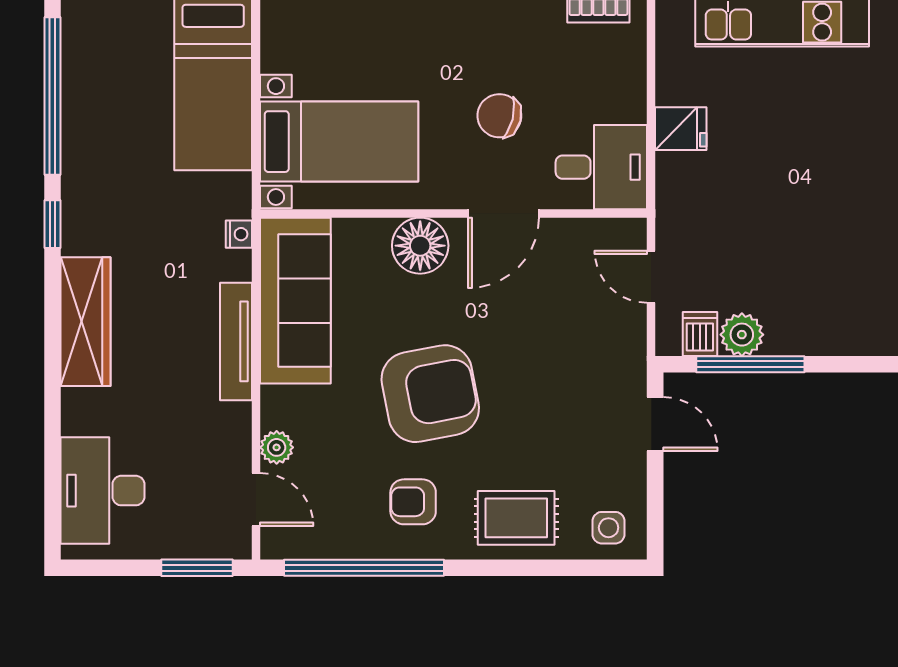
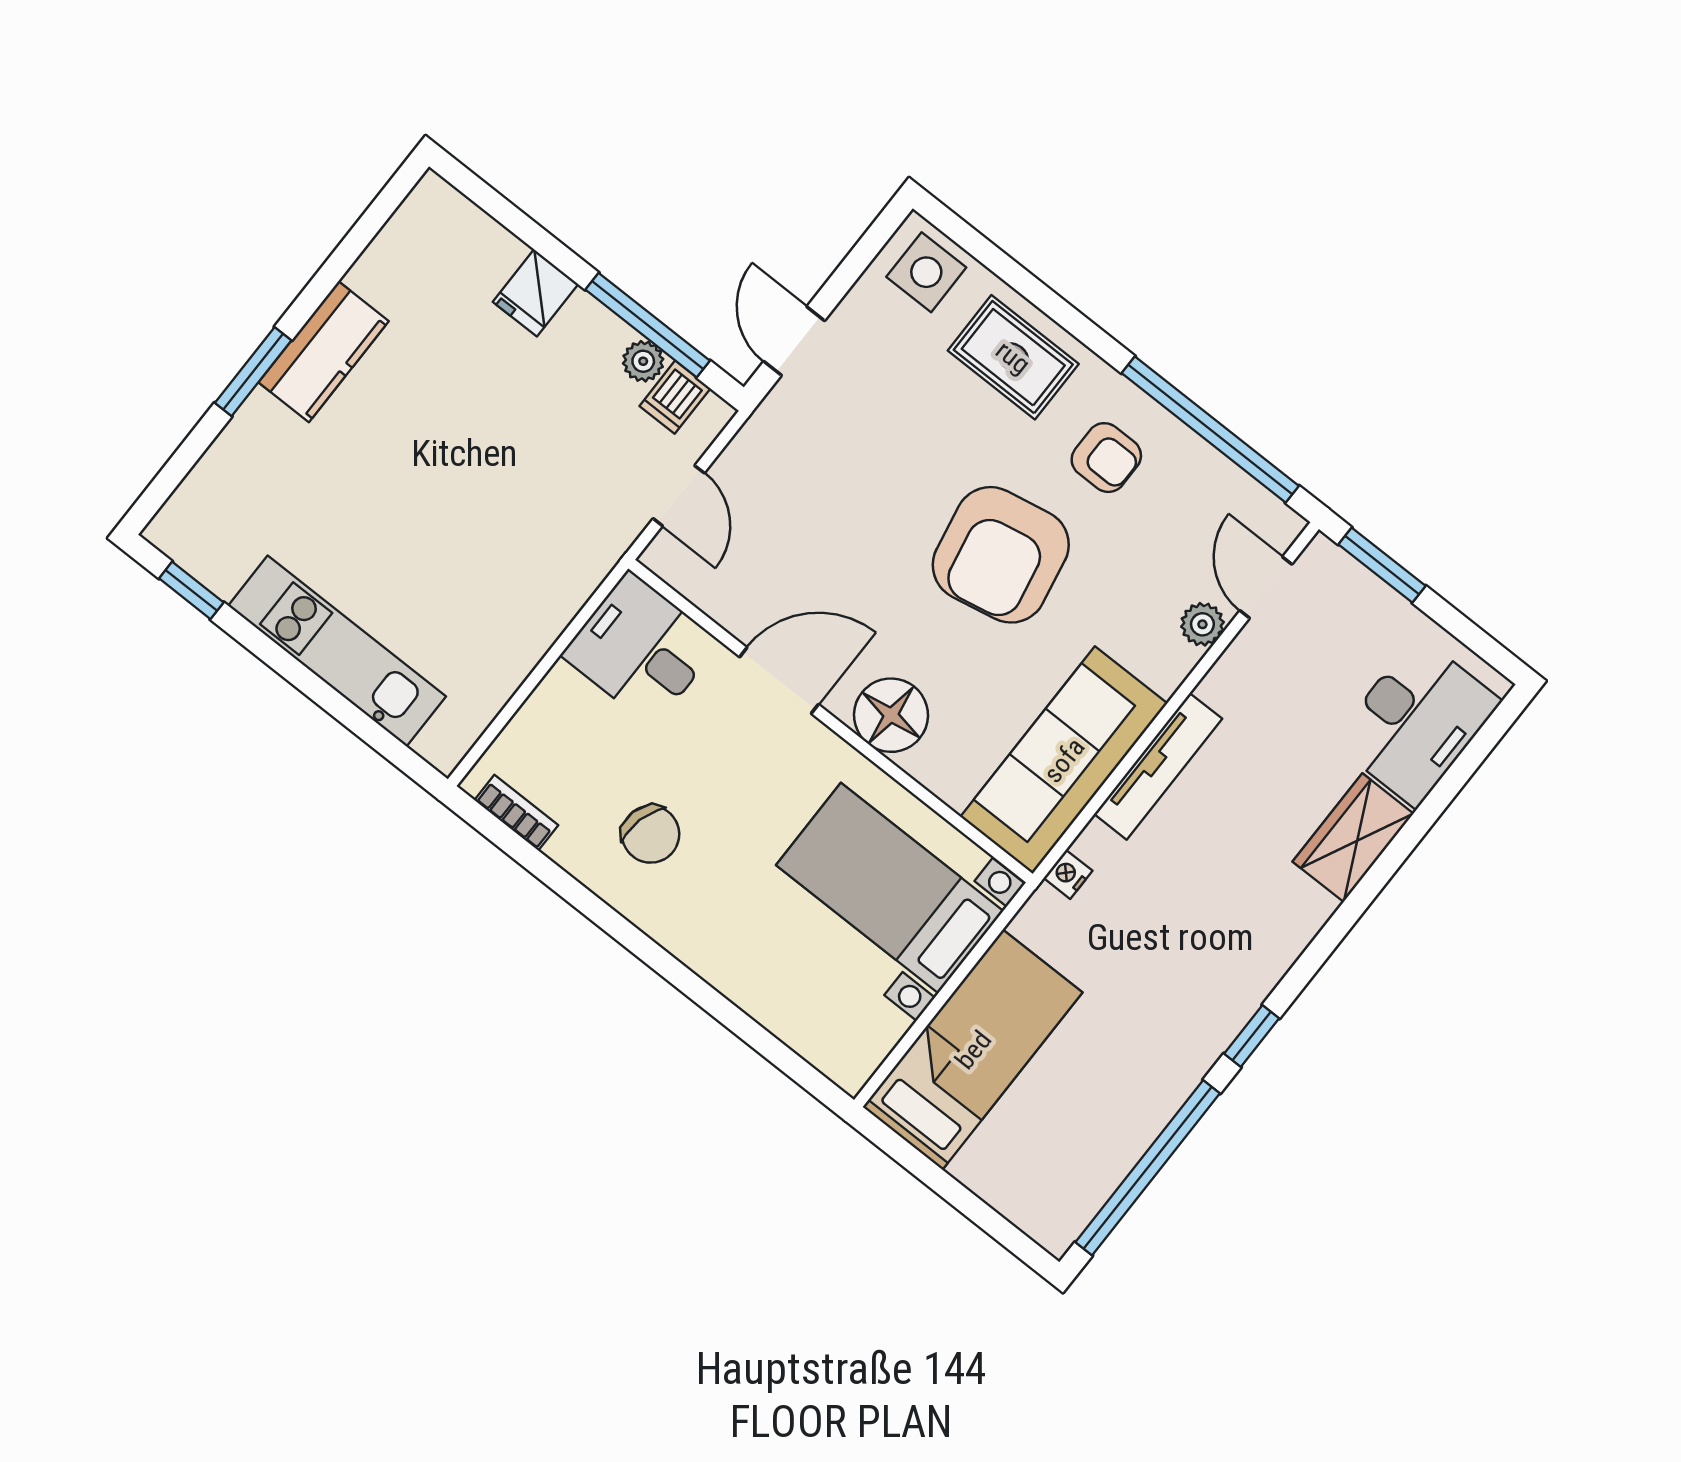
chair: (499, 116) -> (651, 834), moved
fridge: (681, 129) -> (536, 293), moved, turned -90
wardrobe: (86, 322) -> (1353, 838), moved, width x0.67
plant: (742, 335) -> (643, 361), width x0.73, depth x0.73
armchair: (430, 394) -> (1001, 555), turned -90
side table: (609, 528) -> (926, 272), width x1.37, depth x1.37

